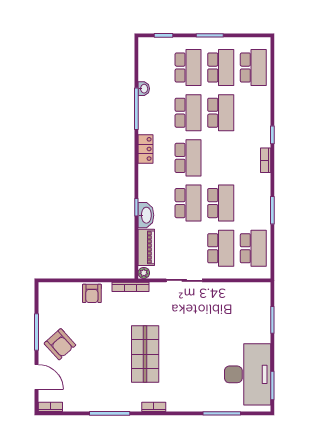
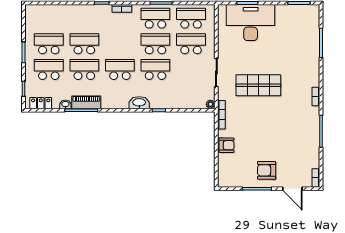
school desk: (253, 68) -> (155, 18), moved
locker: (145, 149) -> (41, 103), moved
washbasin: (146, 215) -> (139, 103), moved
piano: (146, 247) -> (86, 102), moved
armchair: (60, 344) -> (267, 170), turned -138
shop shelf: (145, 354) -> (258, 85), moved
desk: (248, 374) -> (251, 23), moved
door: (37, 377) -> (292, 189), swing flipped

